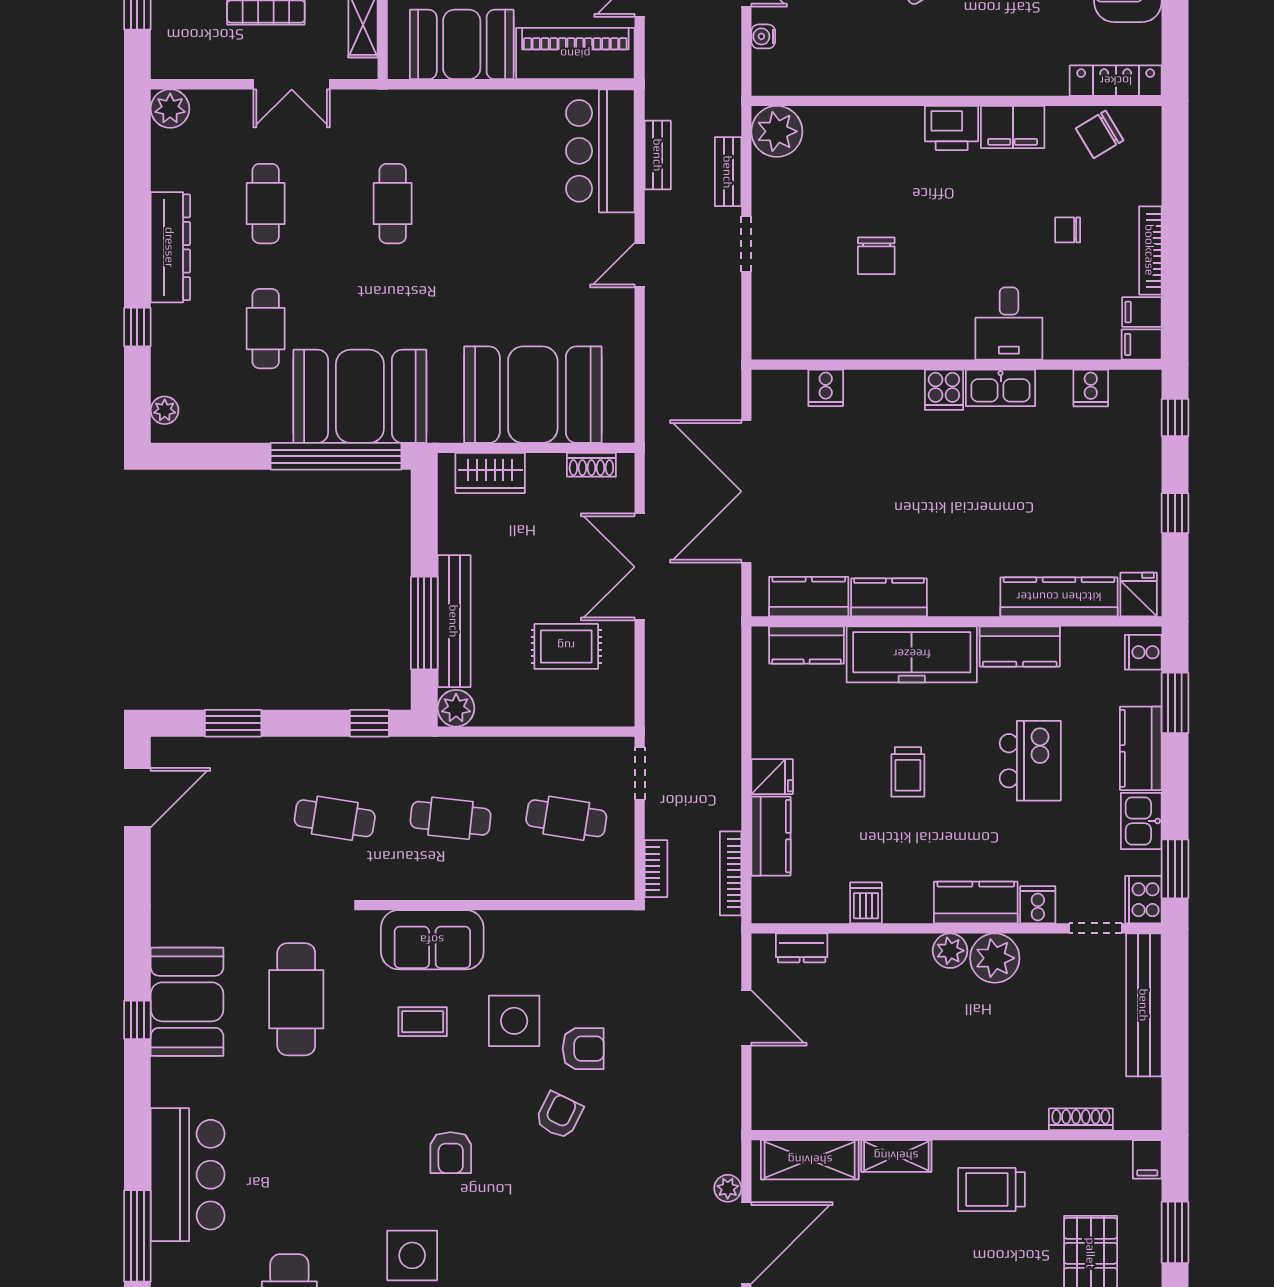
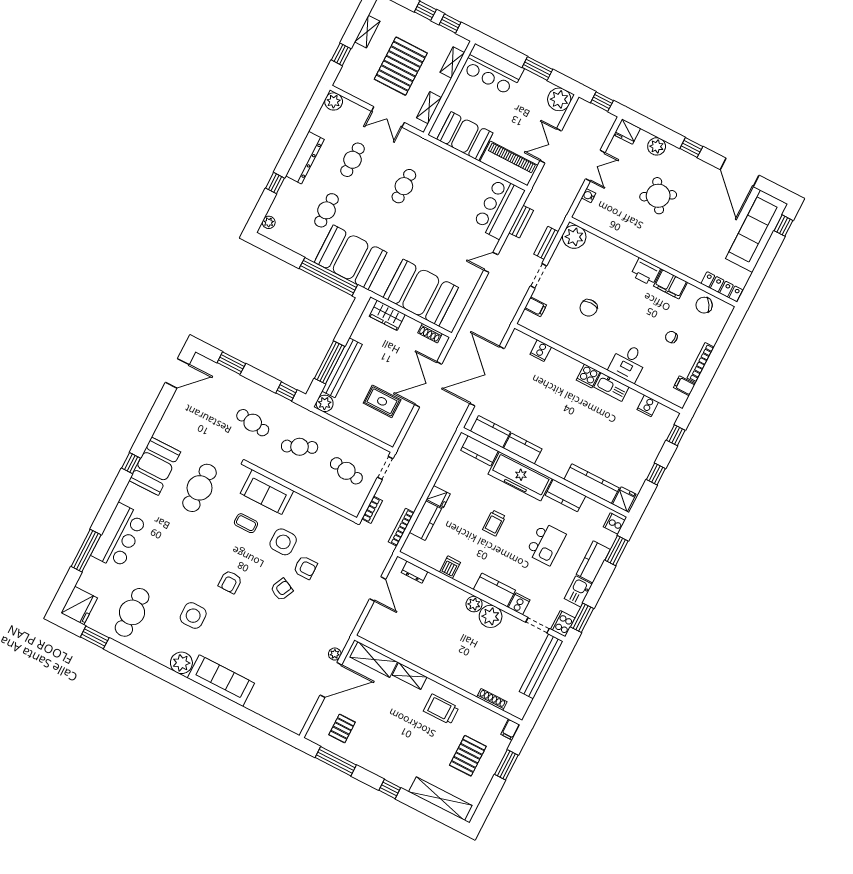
filing cabinet: (1142, 344) -> (535, 307), moved, turned 180
cafe table: (451, 818) -> (300, 447), turned -30

